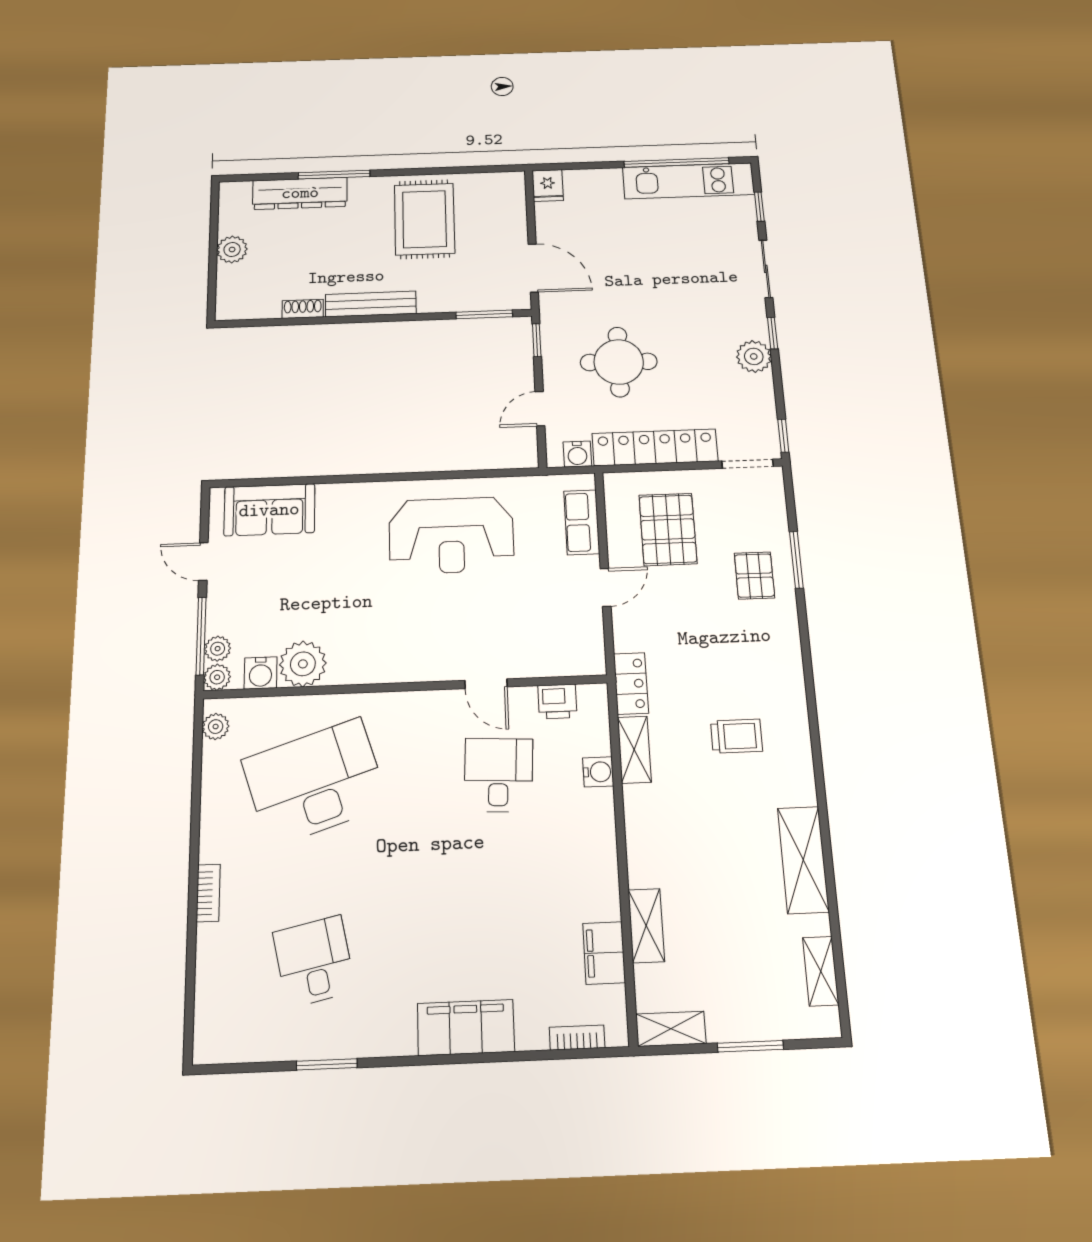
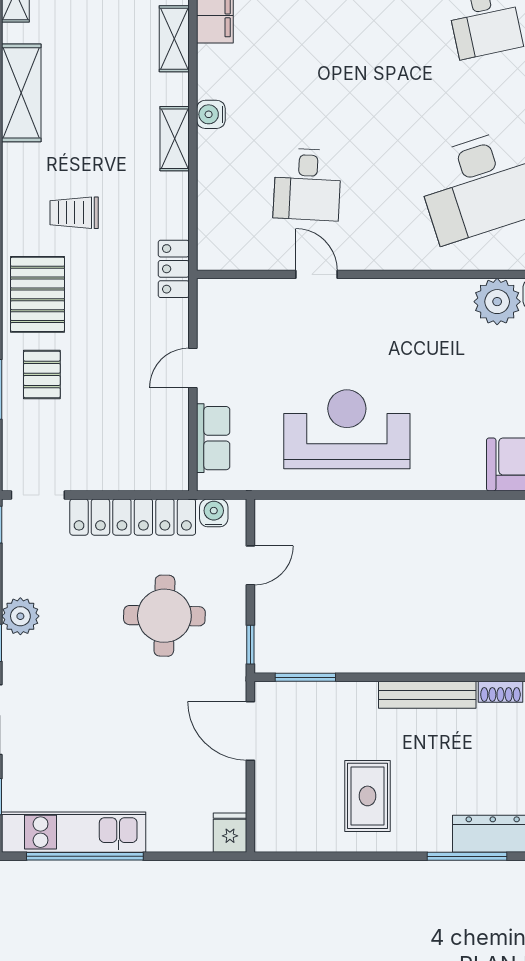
rug: (424, 219) -> (367, 796), width x0.73, depth x0.70
pallet: (668, 529) -> (38, 294), moved
printer: (557, 701) -> (247, 254), removed
shelving: (634, 750) -> (175, 139), moved
water cooler: (598, 772) -> (211, 114), moved

